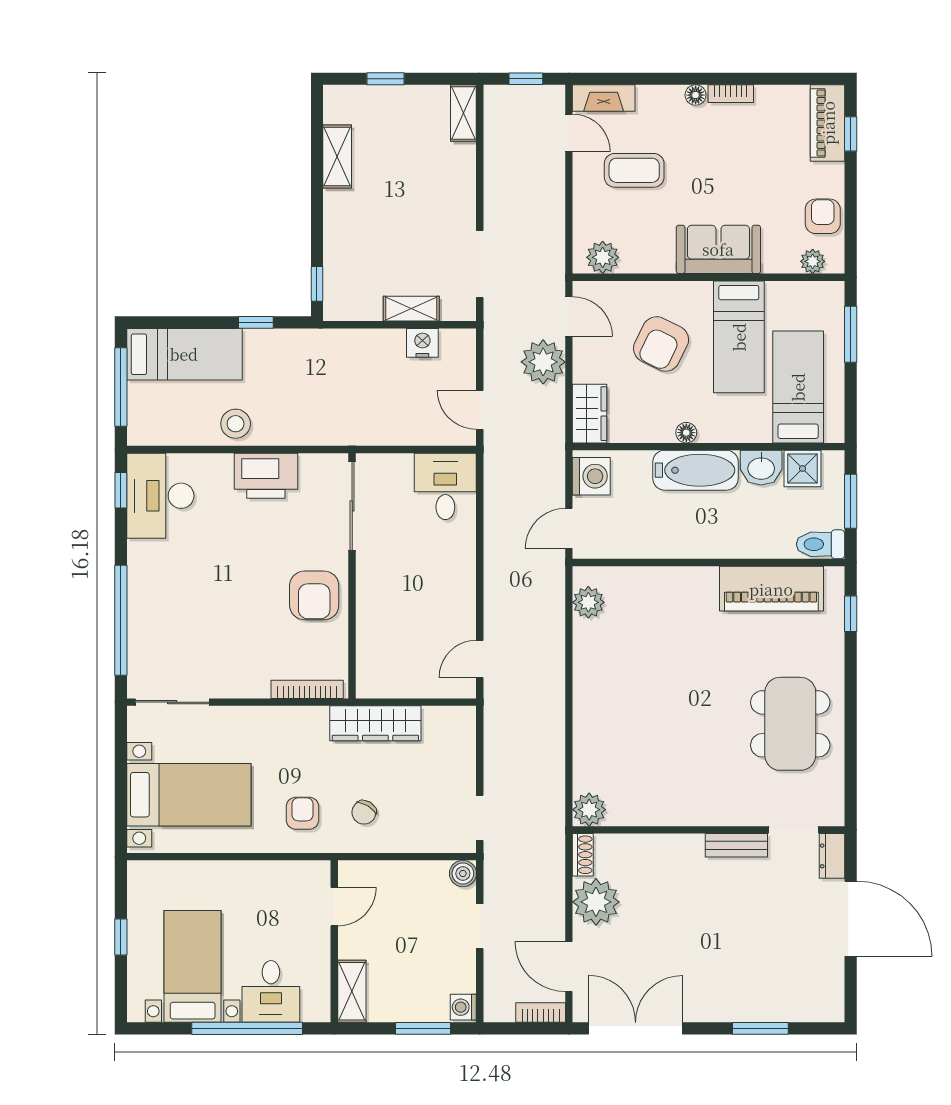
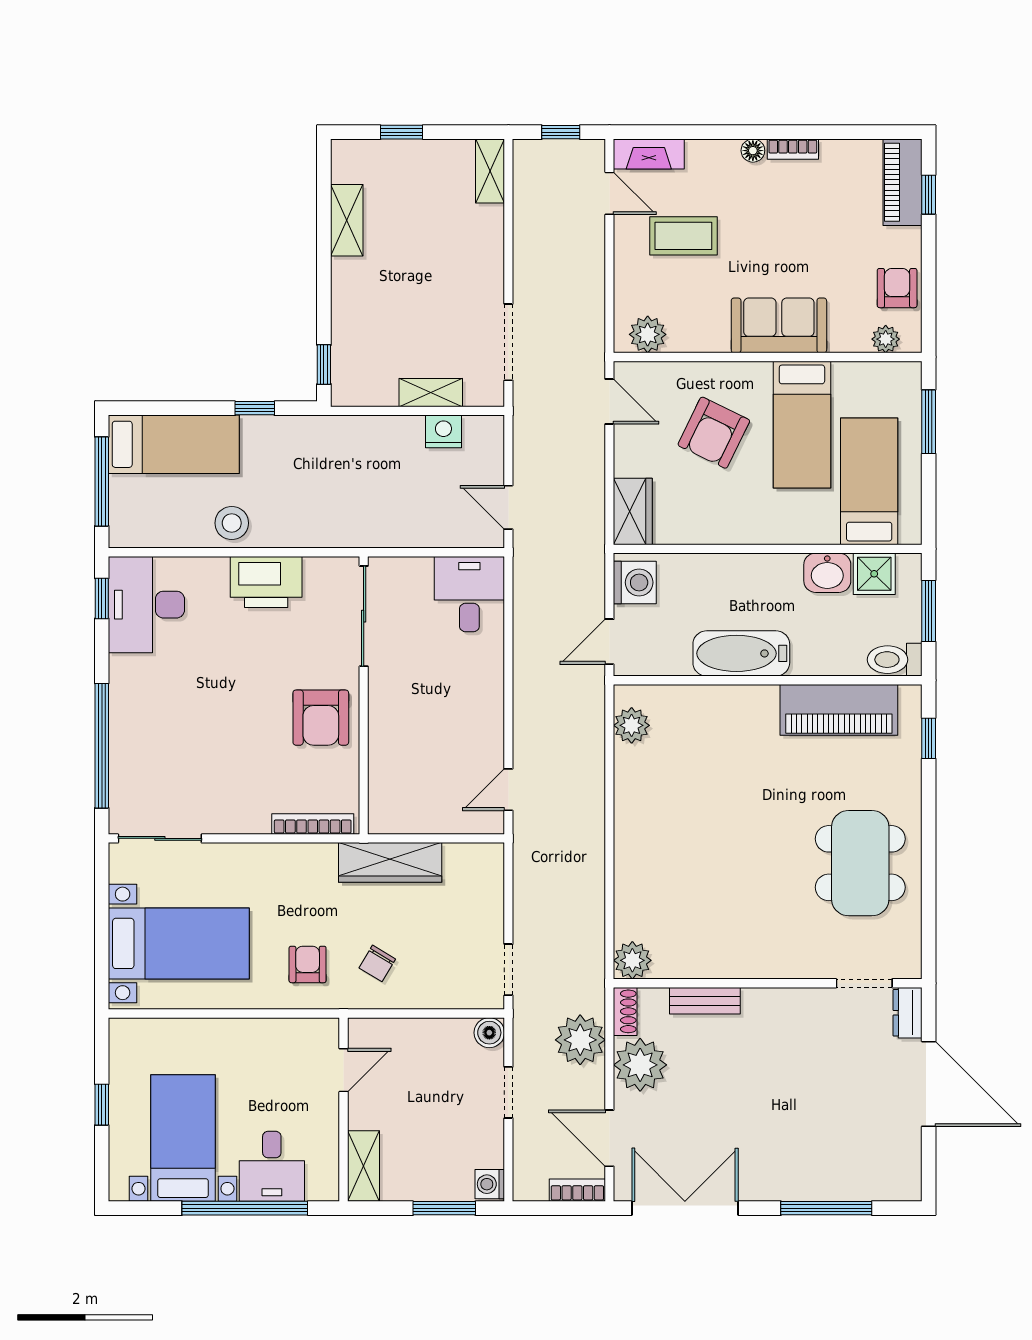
plant: (543, 362) -> (580, 1040), moved
floor lamp: (686, 433) -> (742, 533), removed
bathtub: (695, 470) -> (741, 653), moved, turned 180
bench: (736, 845) -> (705, 1001), moved
window: (760, 1028) -> (826, 1208), width x1.44

